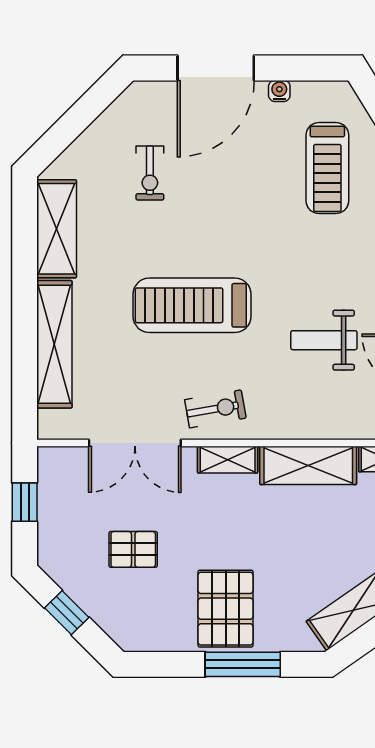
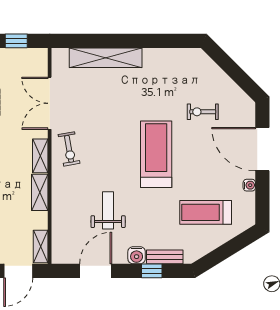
shelving: (57, 229) -> (171, 59), removed
treadmill: (192, 305) -> (156, 154), moved
shelving: (308, 465) -> (40, 192), width x0.67, depth x0.75

